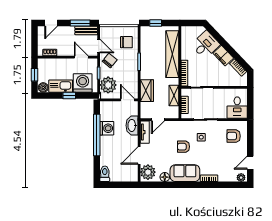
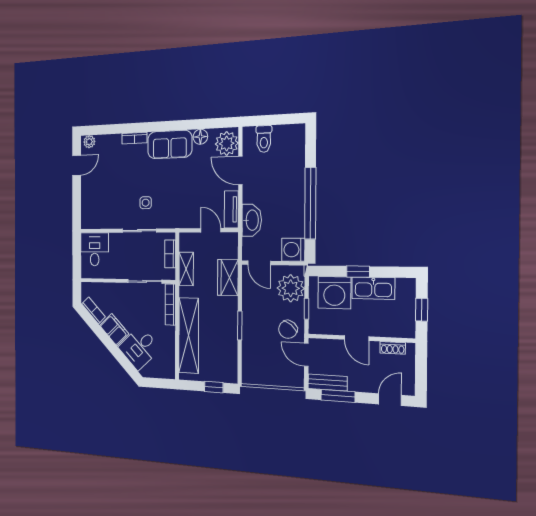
chair: (126, 42) -> (260, 359), removed
door: (81, 57) -> (357, 338), moved
boiler: (43, 87) -> (405, 286), removed
door: (158, 120) -> (211, 230), hinge flipped
washing machine: (107, 128) -> (293, 250), moved
armchair: (234, 136) -> (100, 205), removed
armchair: (184, 147) -> (172, 187), removed
door: (139, 155) -> (240, 171), swing flipped
toilet: (105, 174) -> (264, 139), moved

